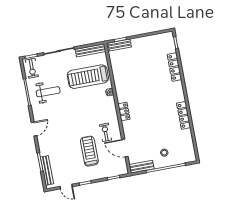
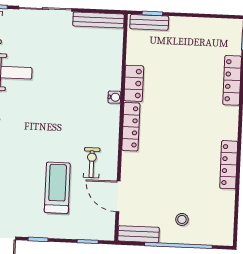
treadmill: (88, 77) -> (84, 63), removed
locker: (119, 82) -> (134, 83), added
locker: (124, 111) -> (131, 127), width x1.53

